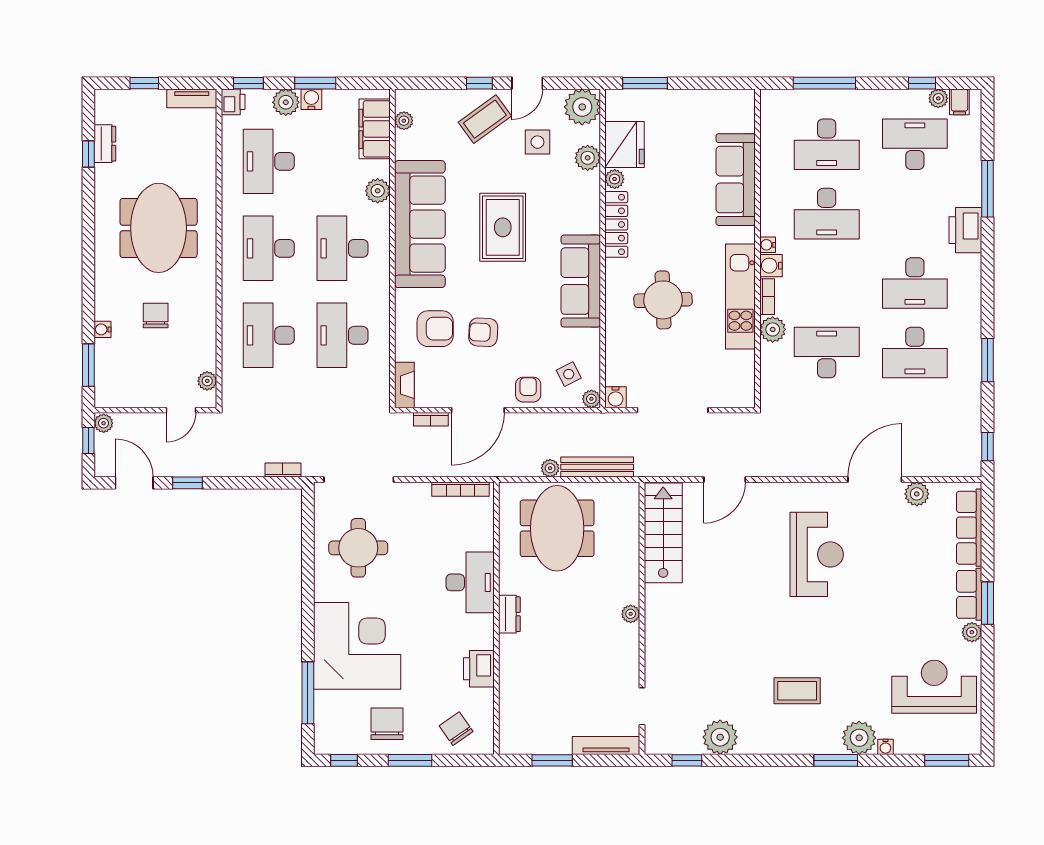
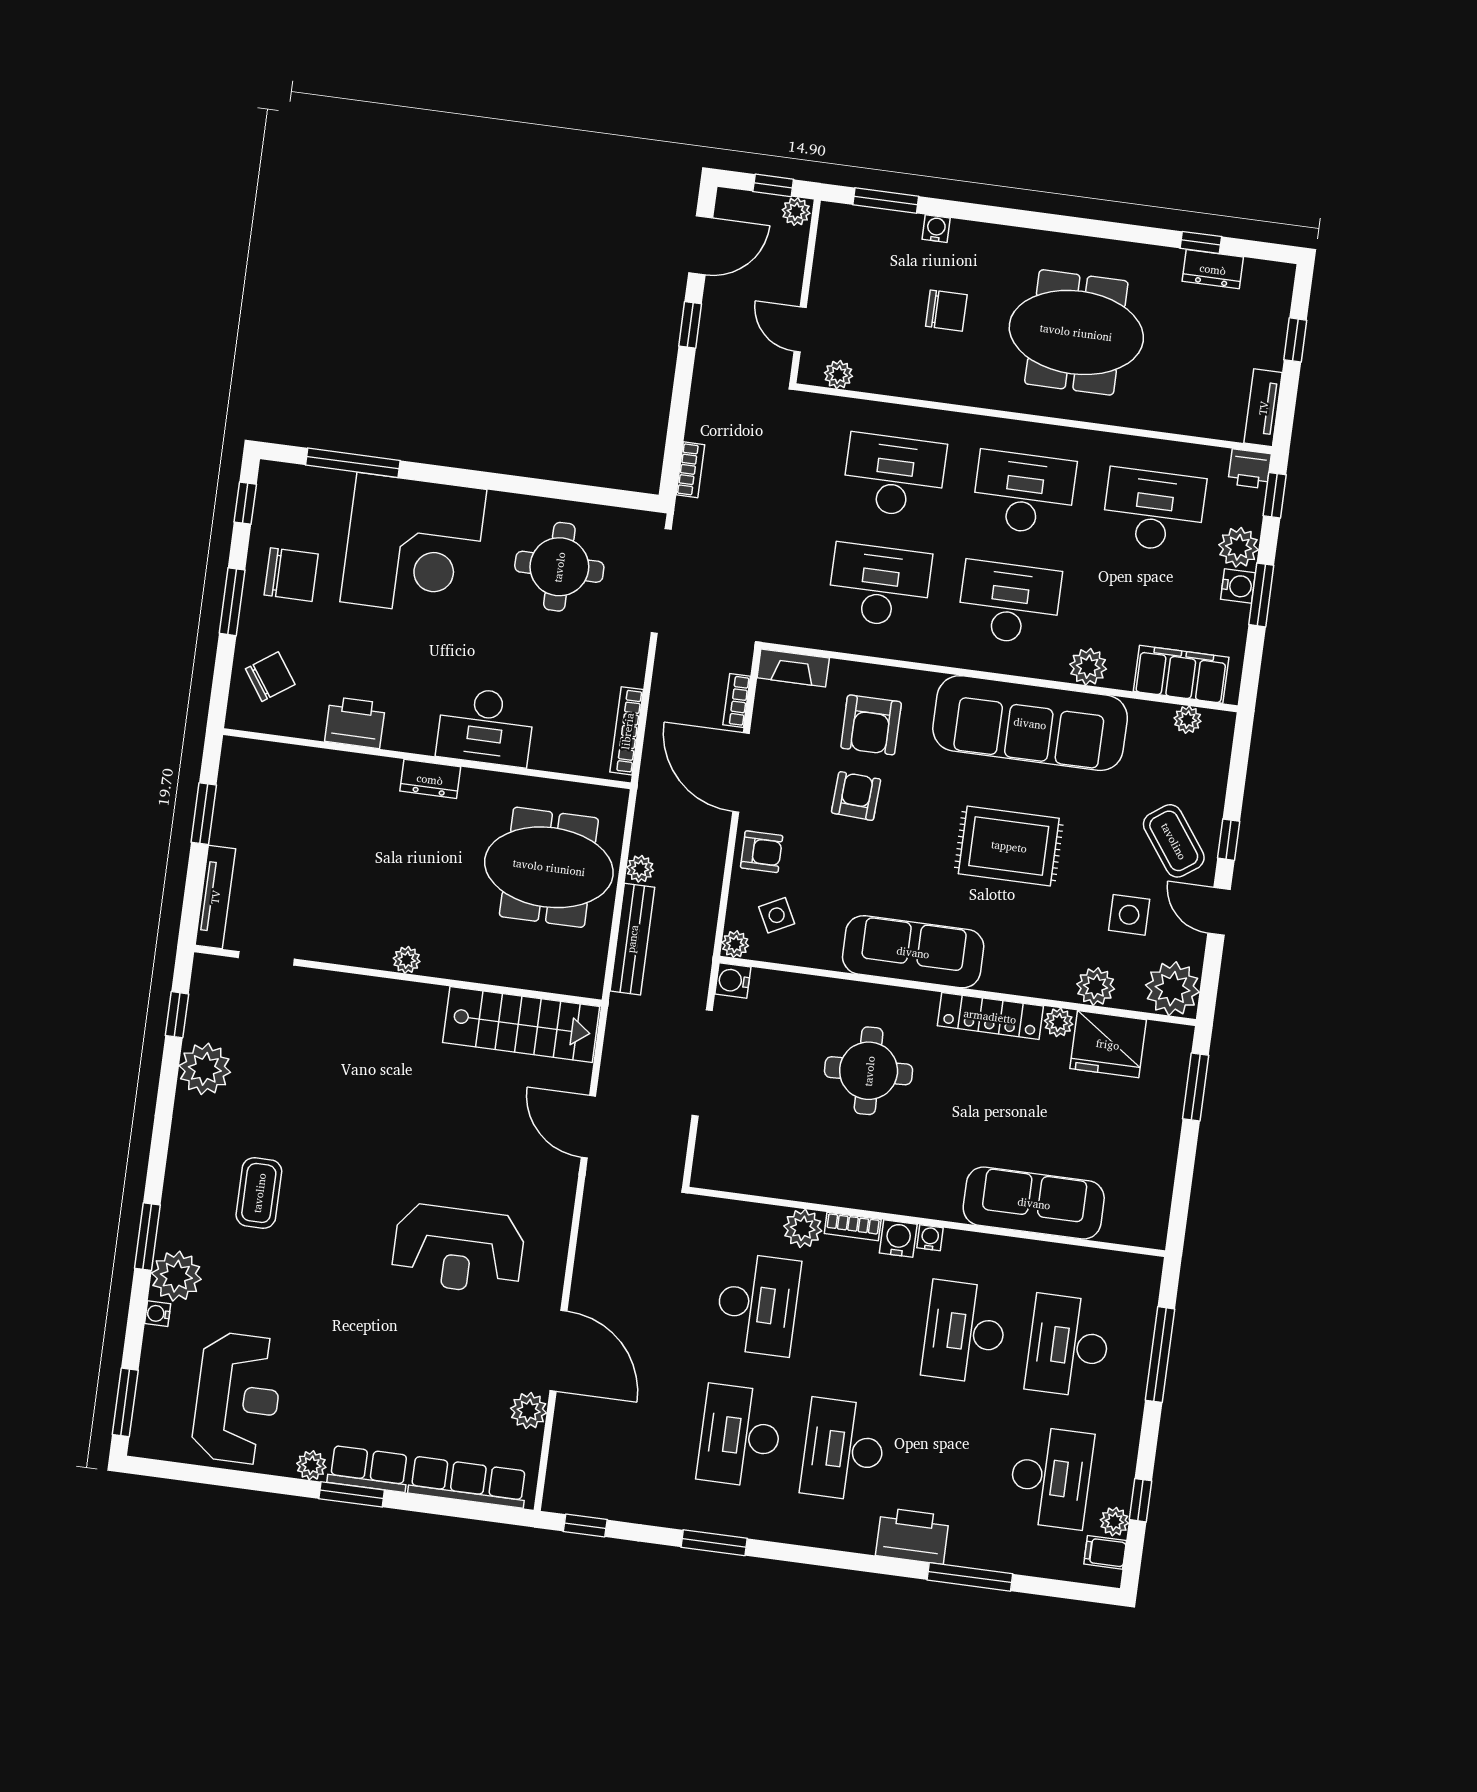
kitchen unit: (740, 296) -> (858, 1187), removed

